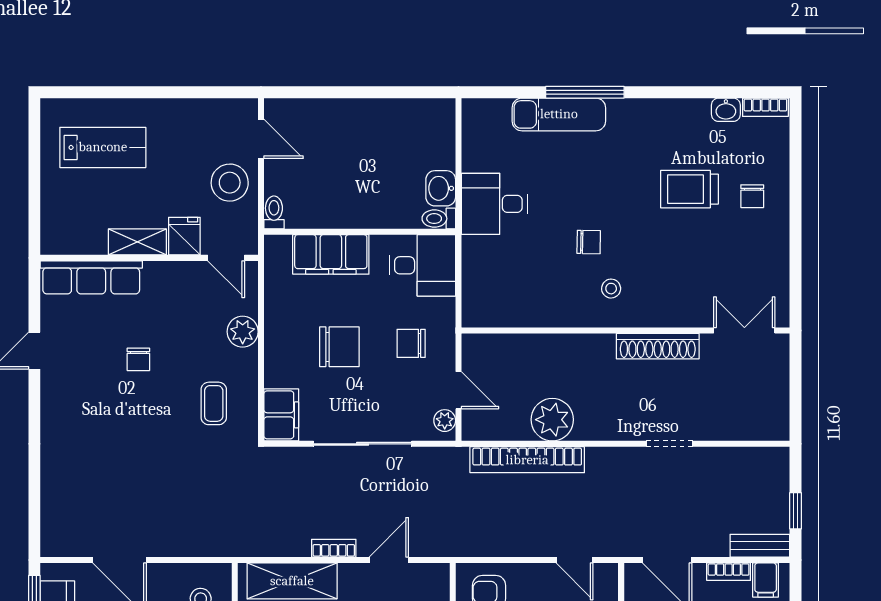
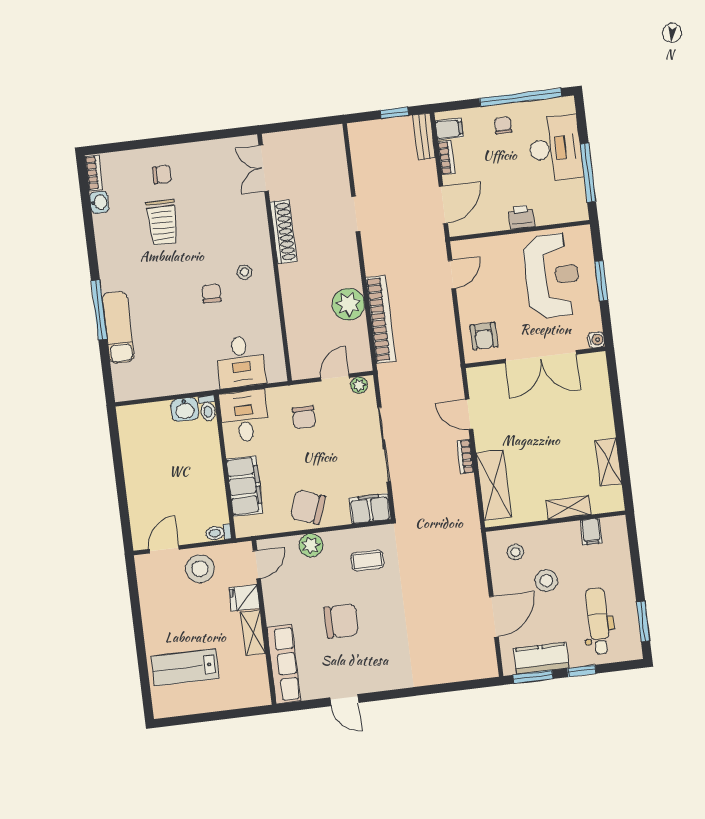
lab bench: (103, 147) -> (185, 667), turned -90
desk: (494, 204) -> (241, 362), moved
chair: (339, 347) -> (308, 507), moved, turned -70
chair: (138, 359) -> (341, 621), width x1.87, depth x1.87

